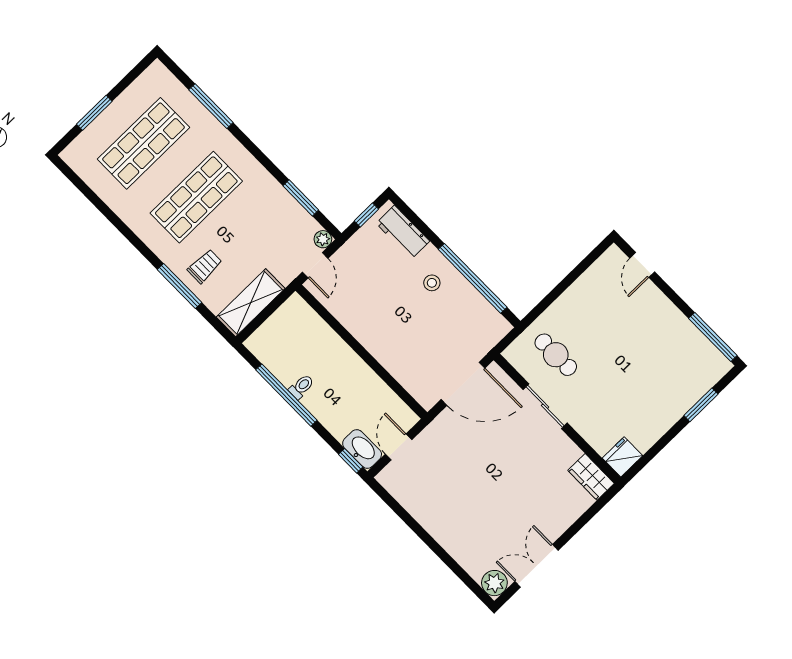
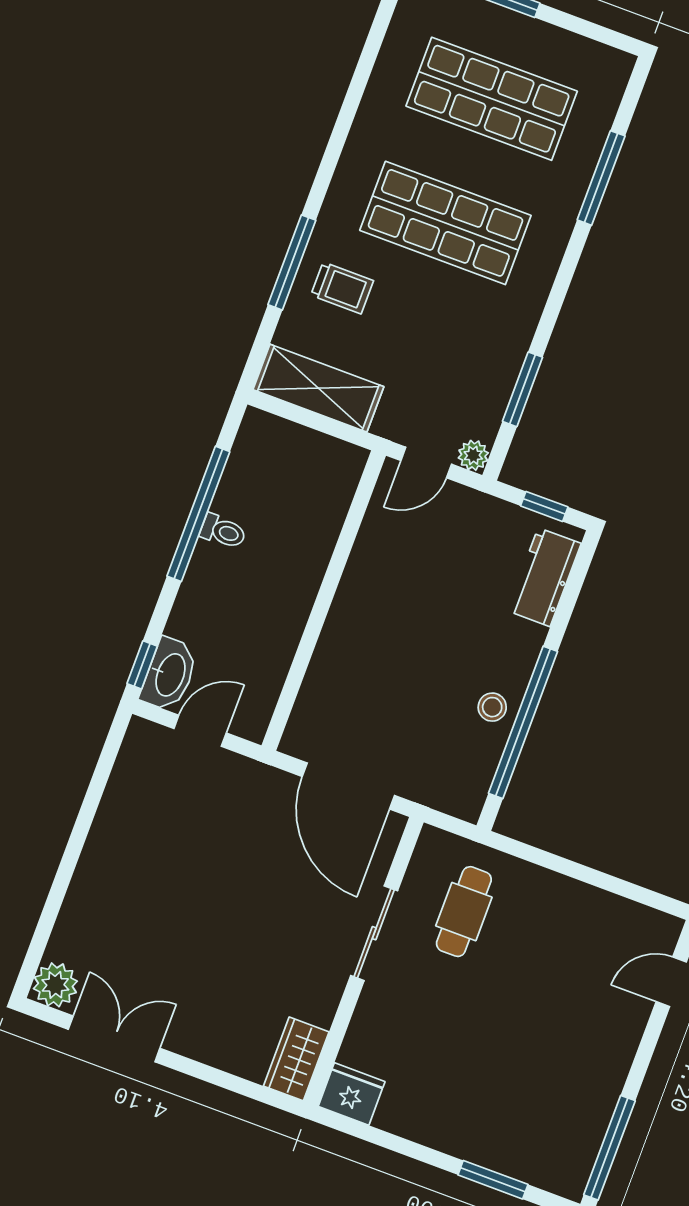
stool: (432, 283) -> (492, 707), moved

